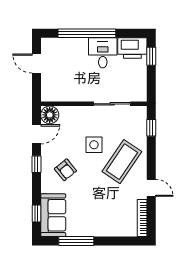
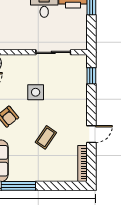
coffee table: (122, 162) -> (46, 137), moved, width x0.54, depth x0.58
door: (151, 188) -> (91, 134), hinge flipped

